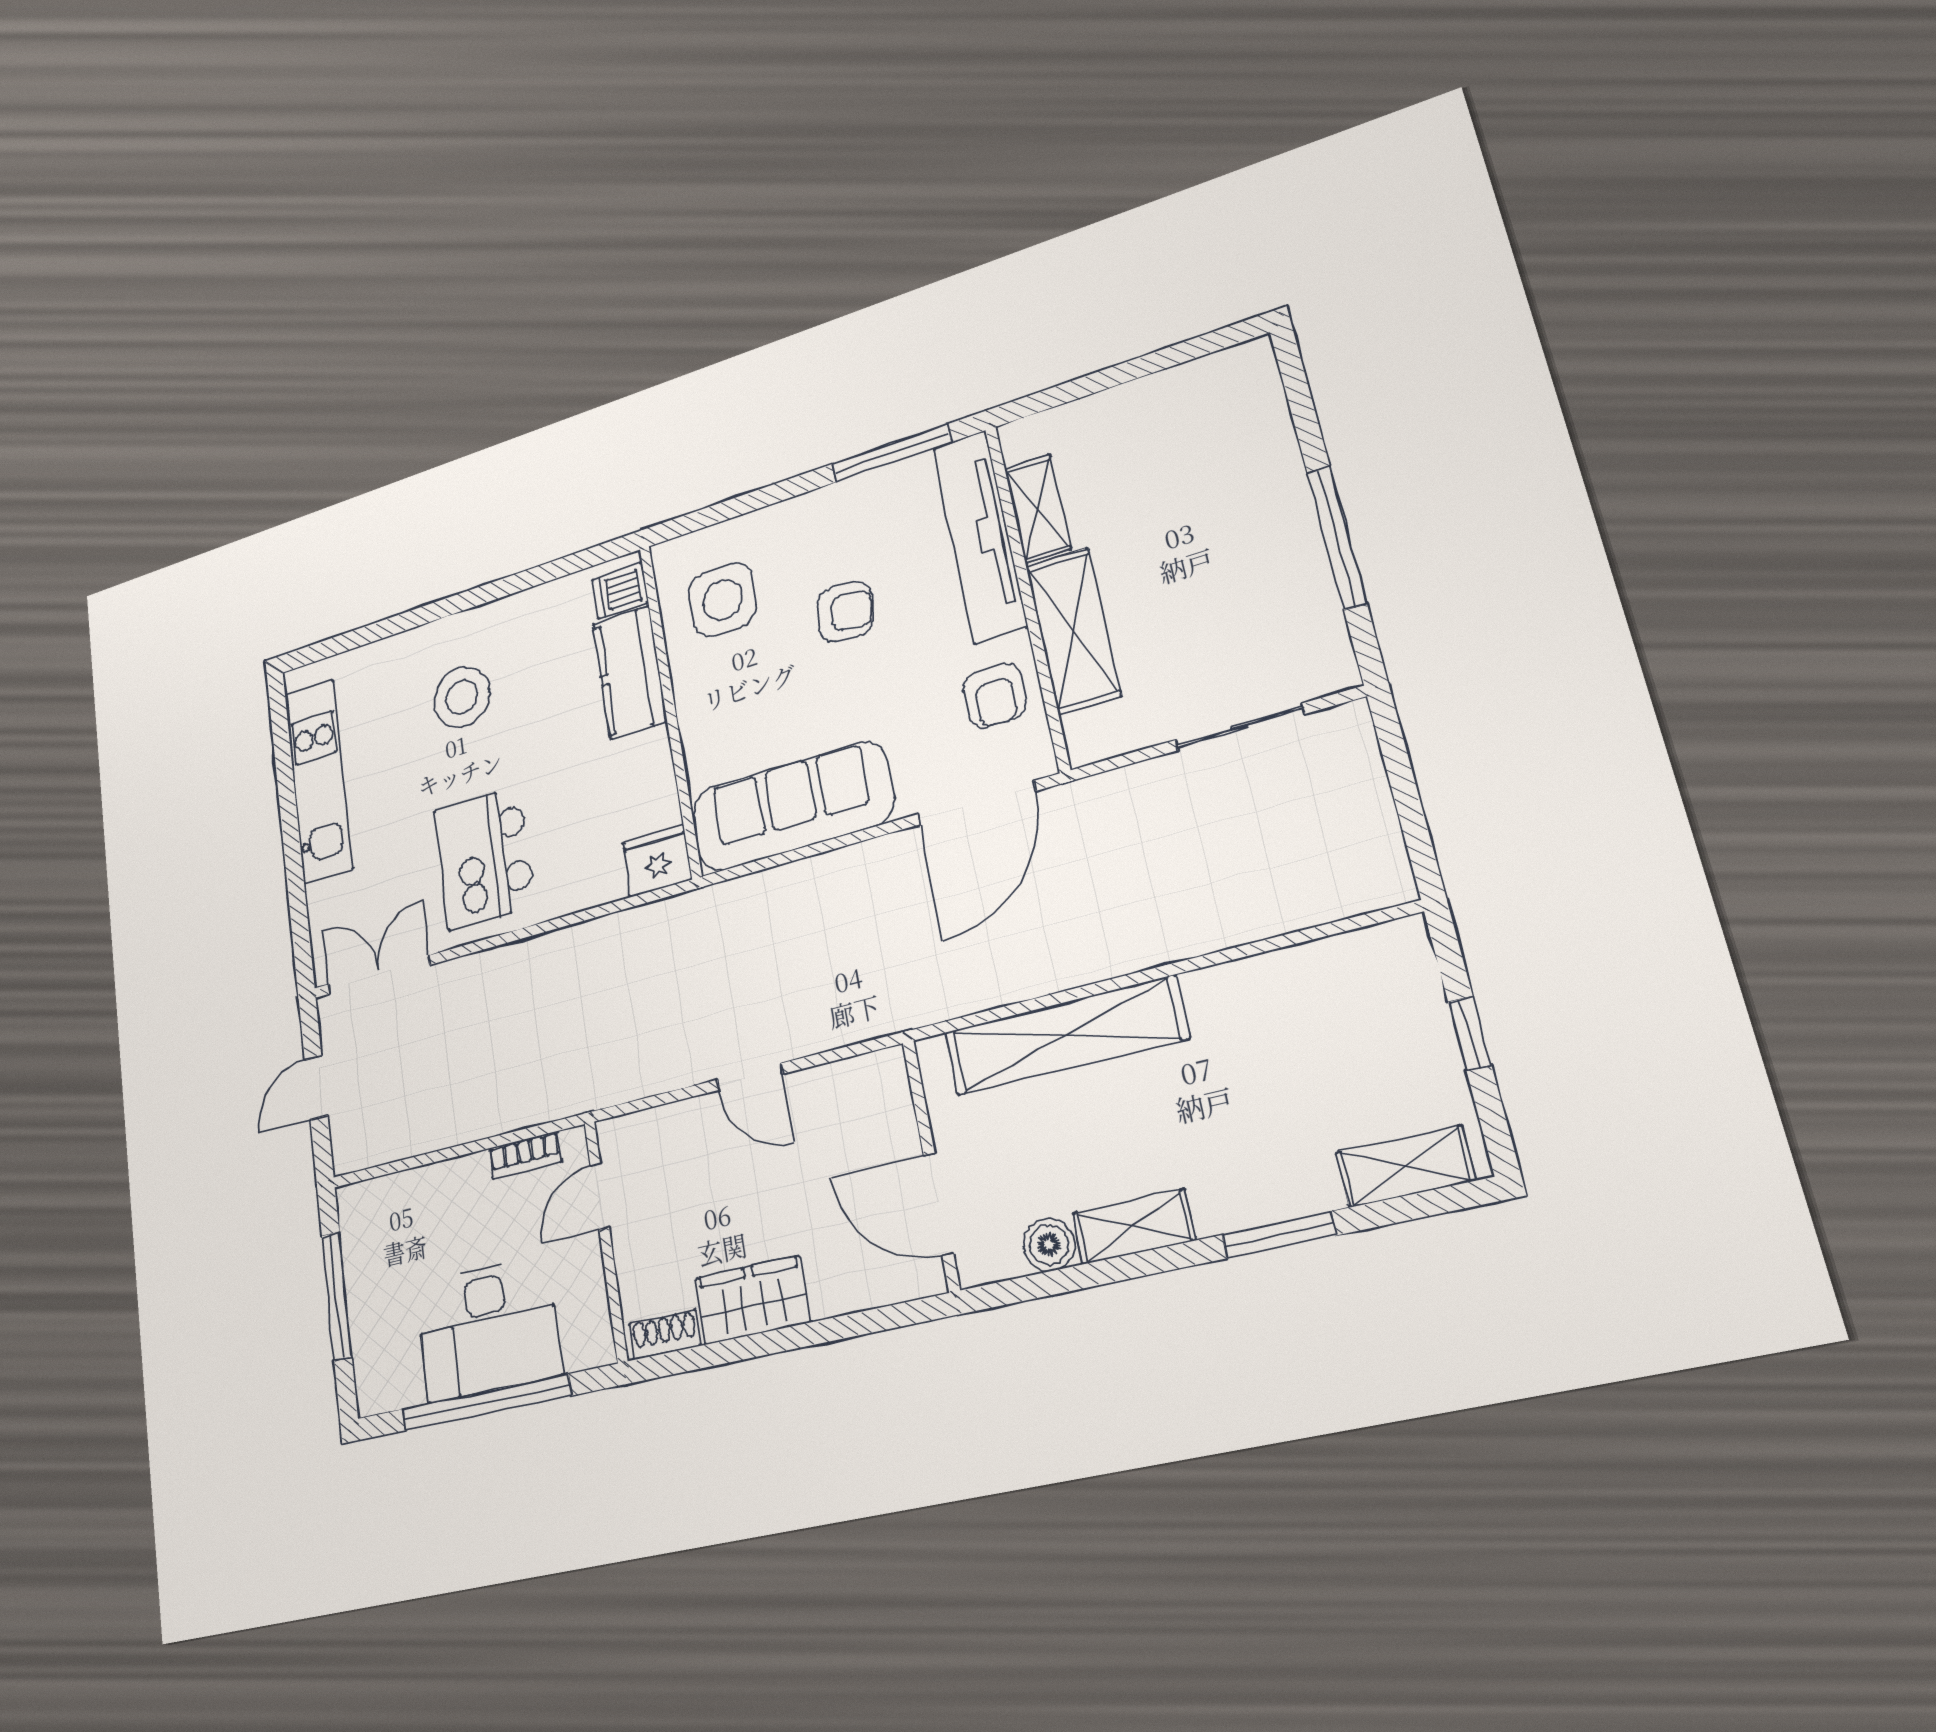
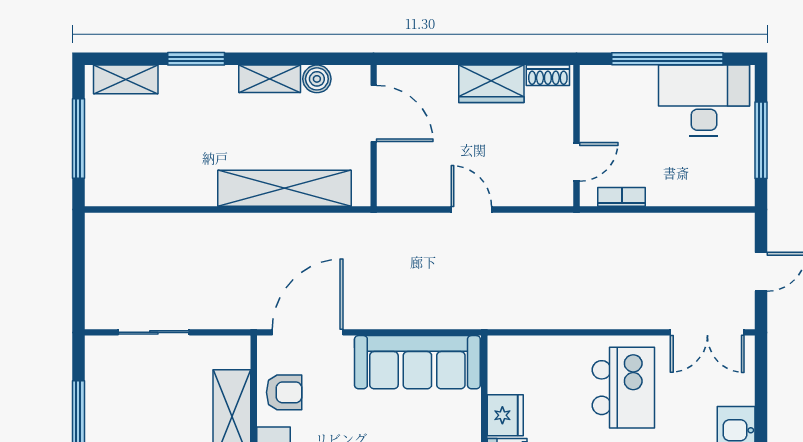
armchair: (995, 695) -> (284, 392), turned 90
fridge: (657, 861) -> (505, 415), moved, turned -90
window: (1470, 1033) -> (78, 138), width x2.17
desk: (488, 1329) -> (704, 101), moved

